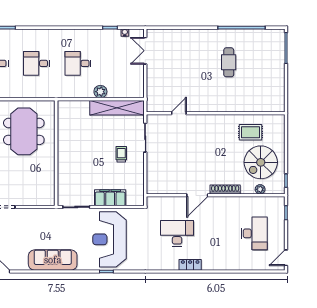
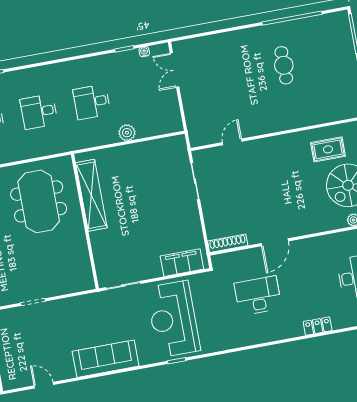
shelving: (117, 108) -> (91, 195), moved, turned 90
trolley: (121, 154) -> (168, 208), removed
shoe rack: (225, 189) -> (228, 243), moved
filing cabinet: (110, 198) -> (182, 263), moved
locker: (190, 265) -> (318, 326), moved

